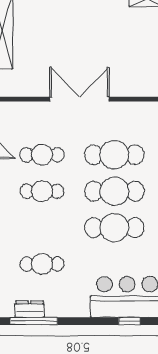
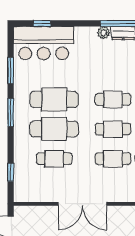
cafe table: (114, 155) -> (54, 159), width x0.73, depth x0.74
cafe table: (42, 264) -> (113, 99), moved
plant: (54, 310) -> (104, 33), added

